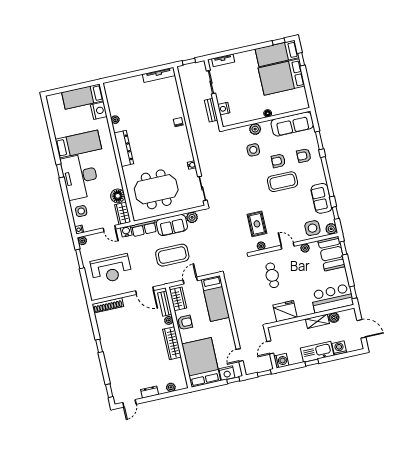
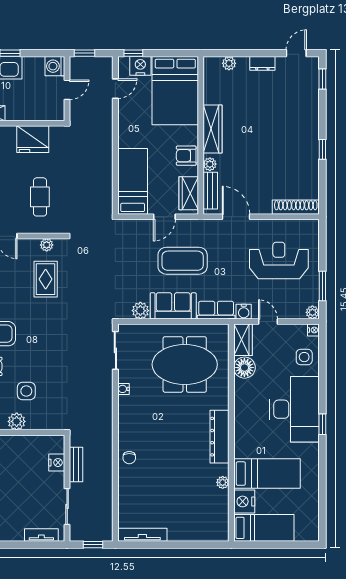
bed: (78, 144) -> (267, 474), moved, turned 180

